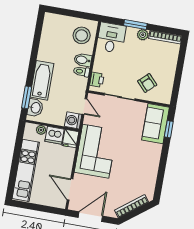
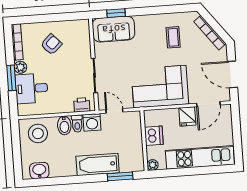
desk: (111, 38) -> (32, 88), moved
armchair: (147, 83) -> (51, 44), moved
door: (85, 107) -> (114, 111), hinge flipped
washbasin: (35, 108) -> (39, 171), moved
washing machine: (73, 120) -> (92, 122), moved
plant: (41, 130) -> (153, 165), moved
fridge: (70, 139) -> (187, 116), moved, turned 90
coffee table: (135, 173) -> (173, 37), added

